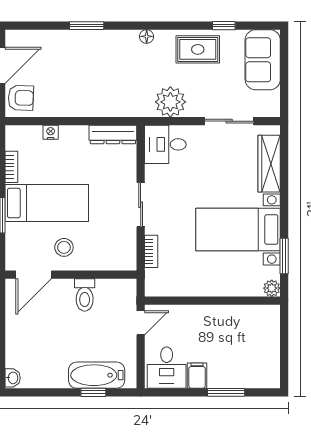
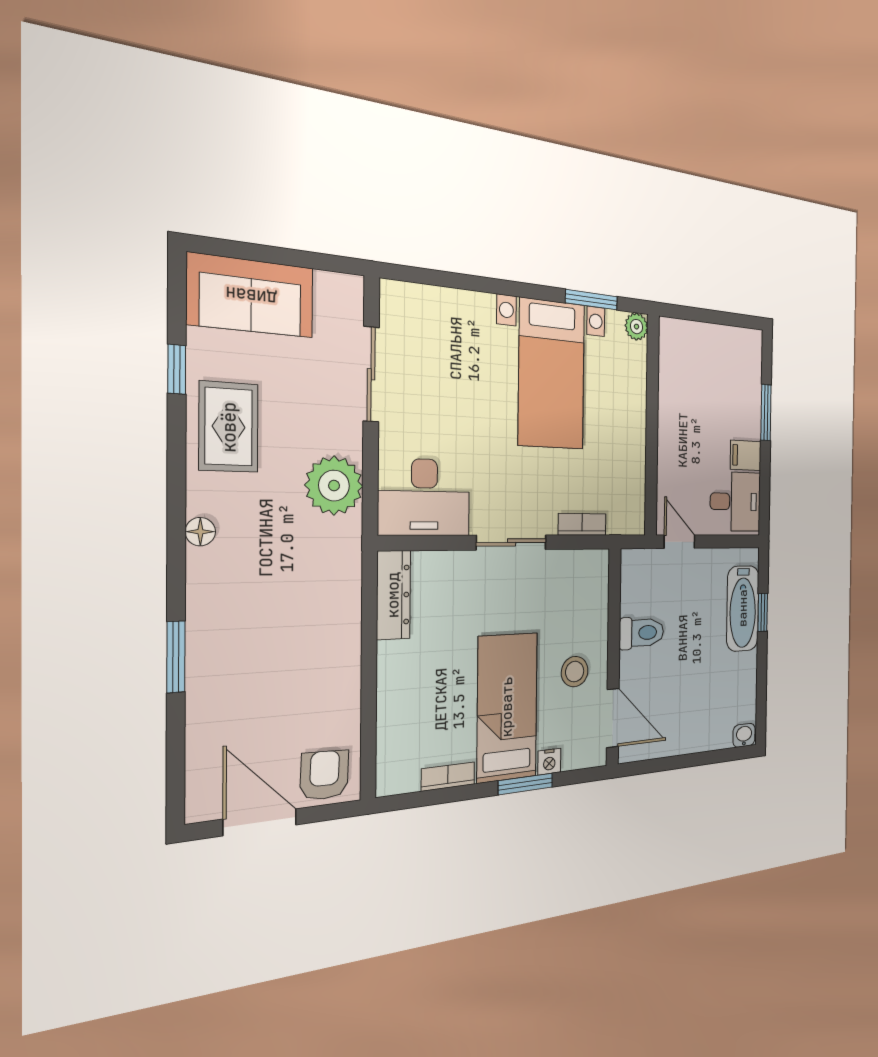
nightstand: (51, 132) -> (549, 762), moved, turned -90
desk: (165, 144) -> (424, 497), width x1.37
wardrobe: (269, 164) -> (447, 307), removed

